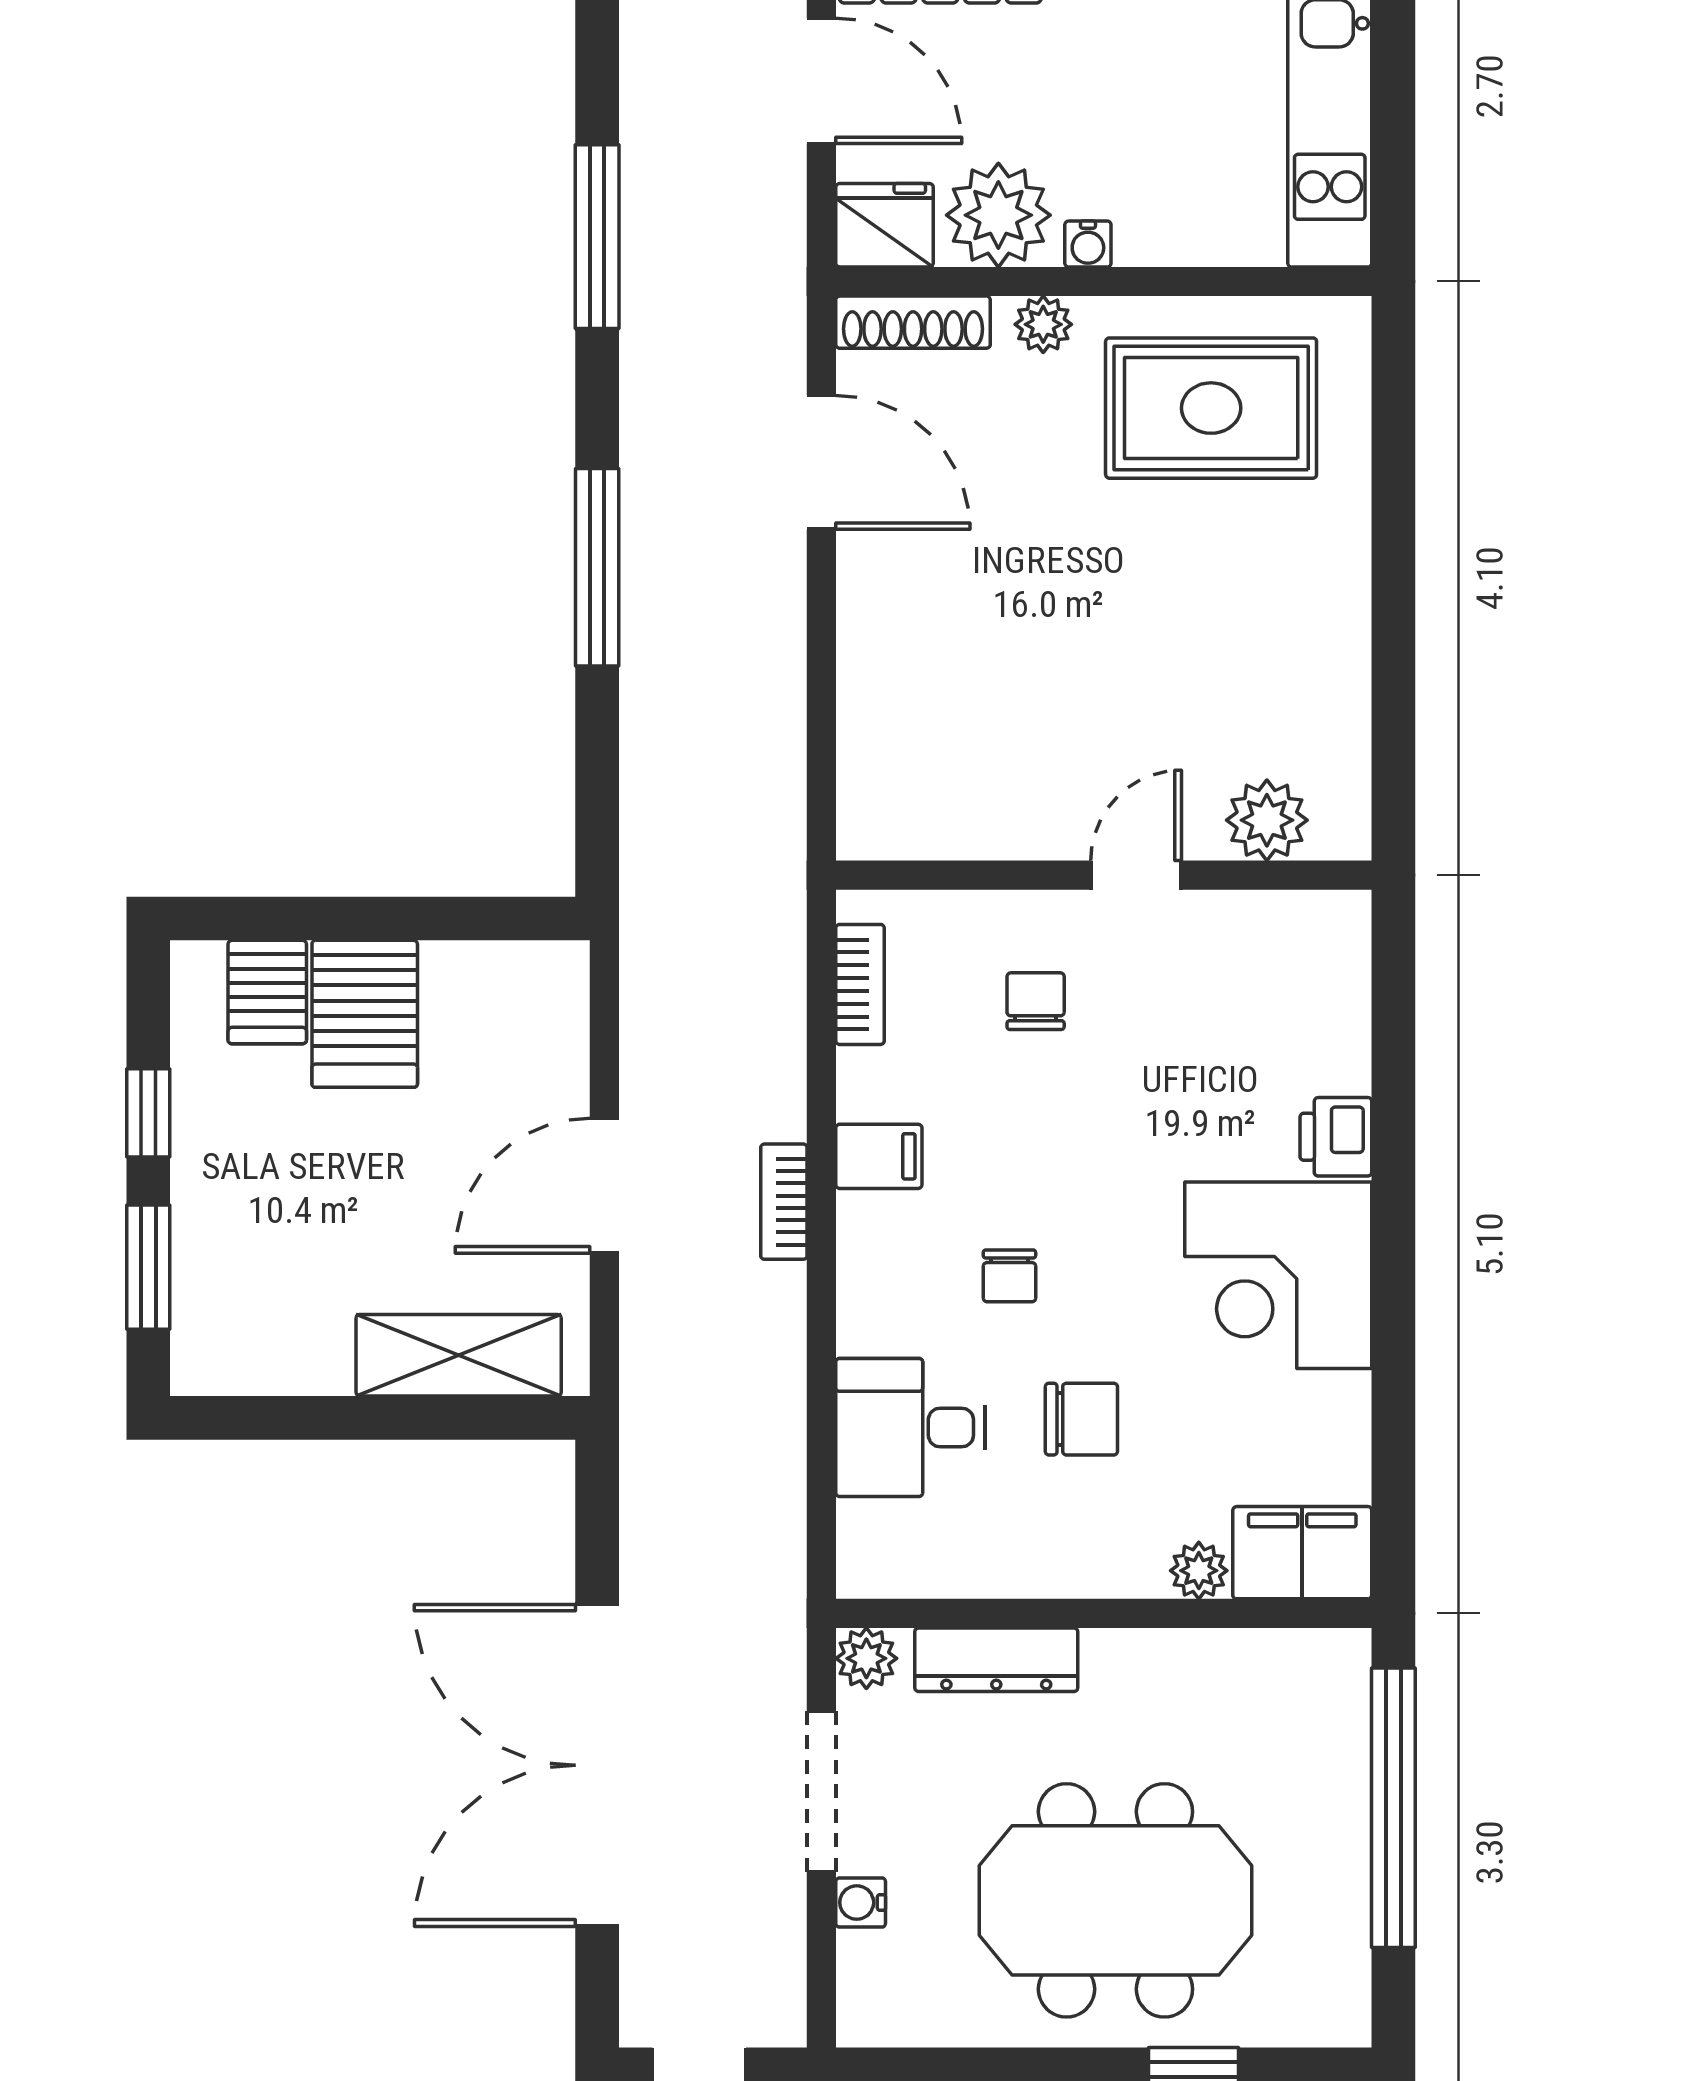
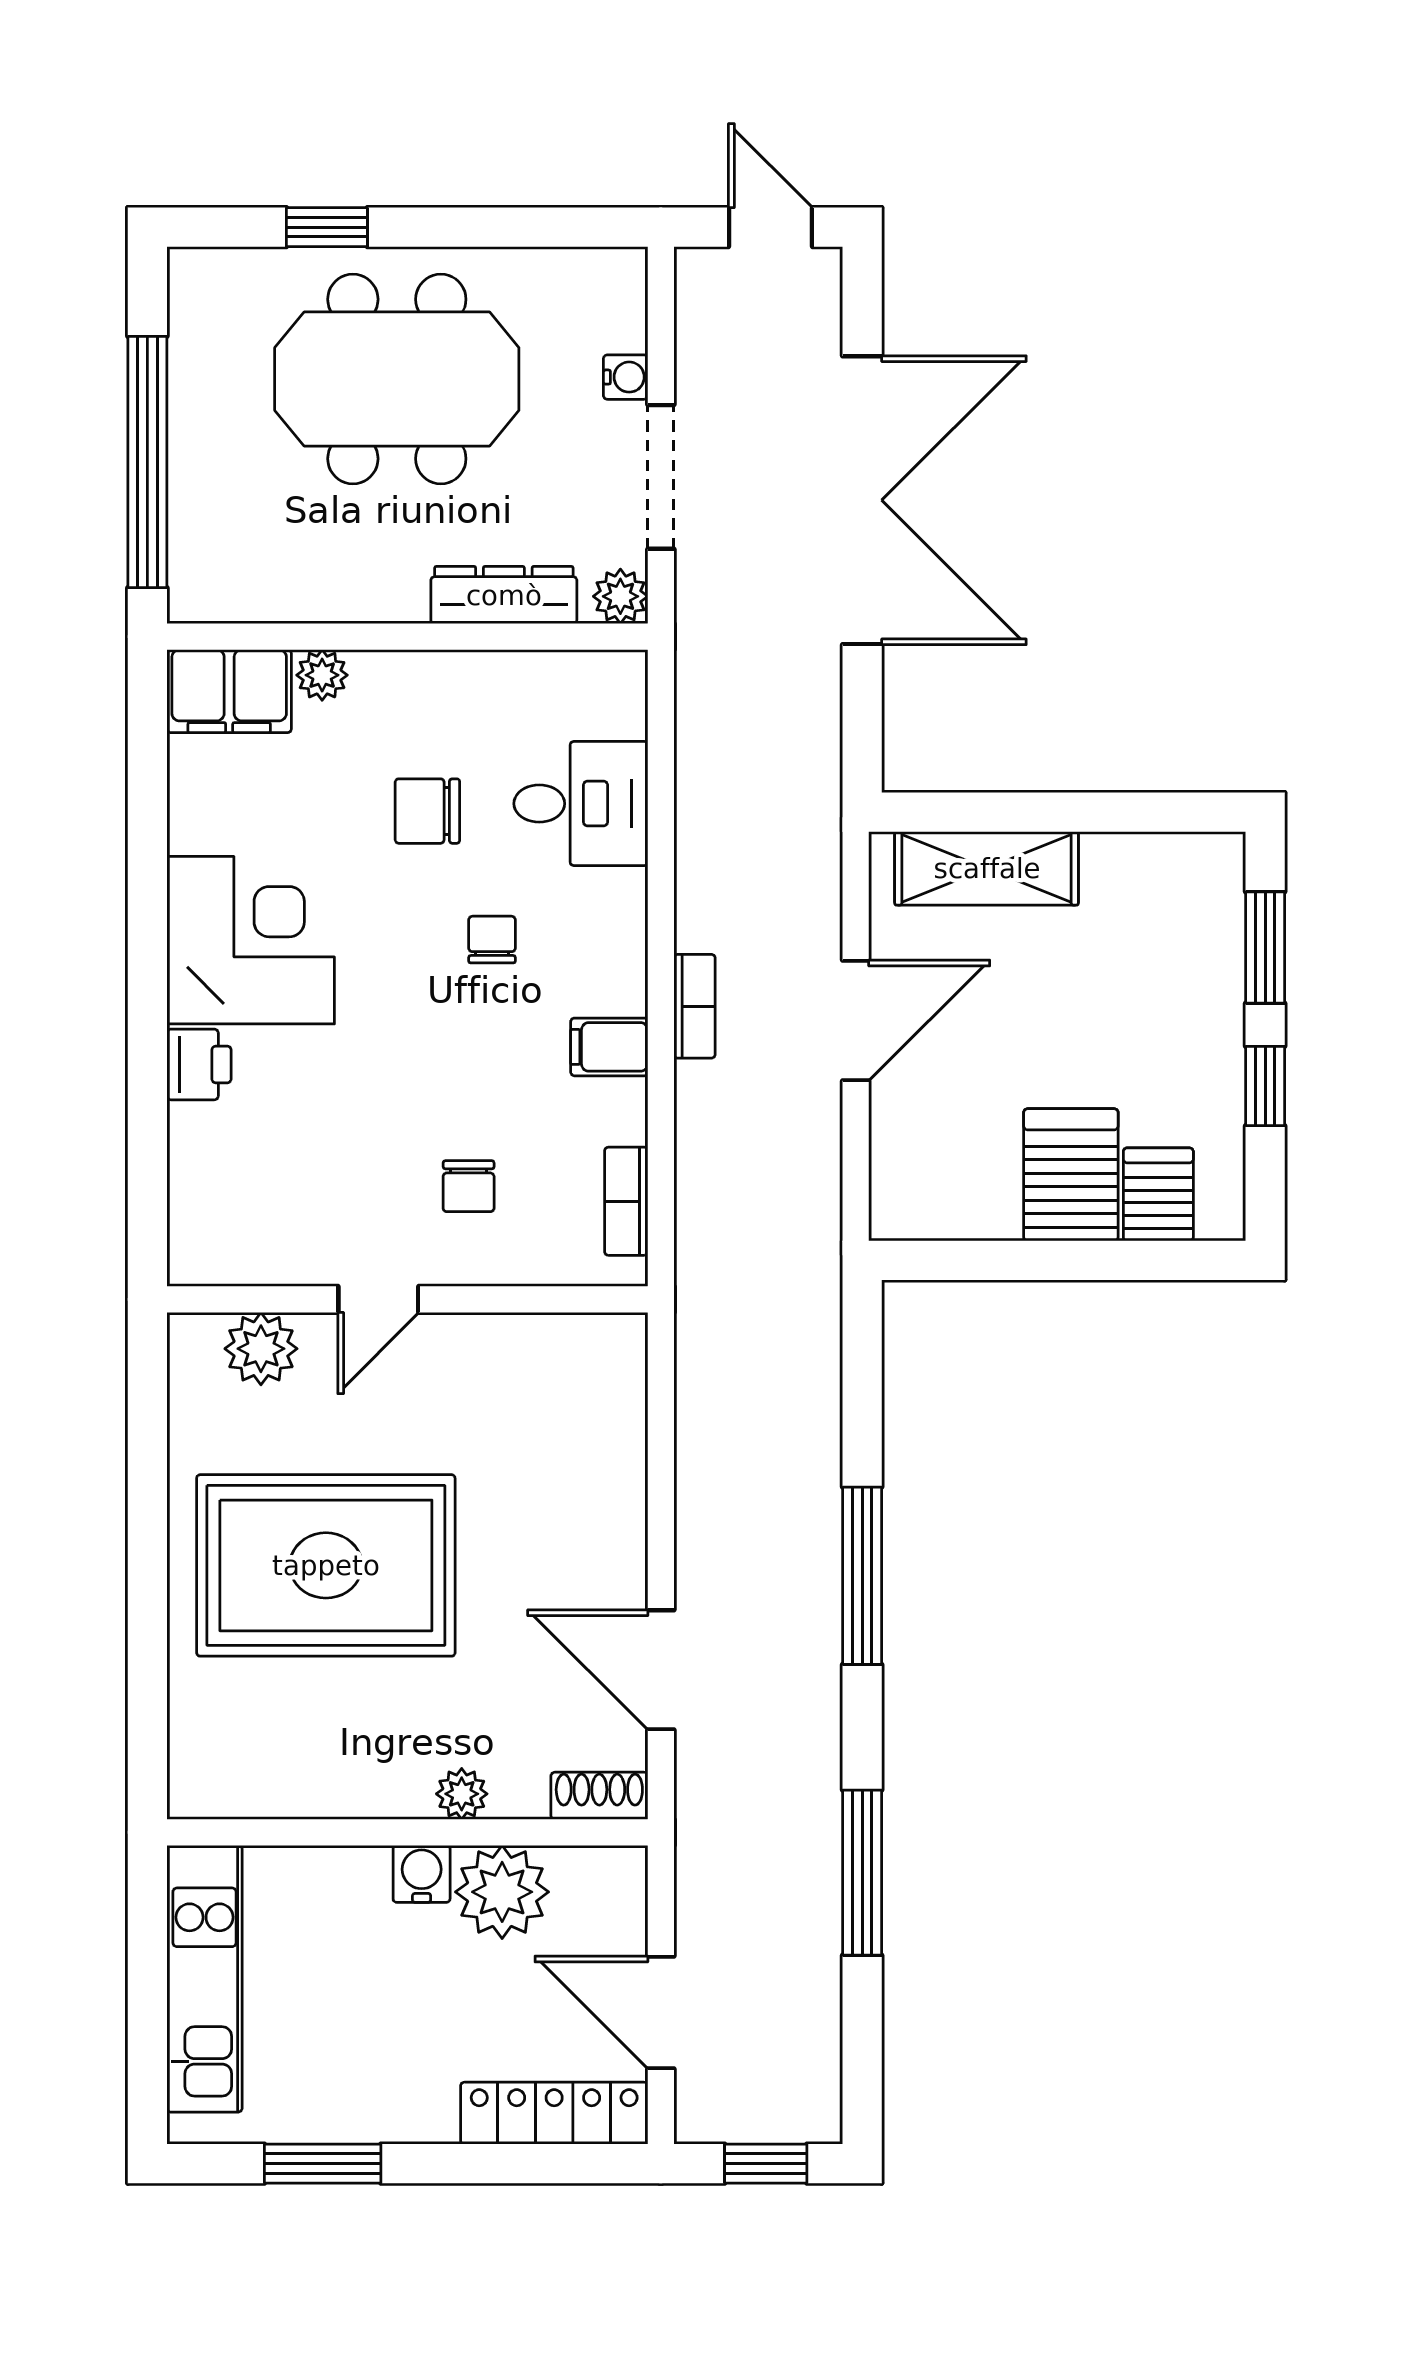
fridge: (885, 225) -> (604, 1883), removed
water cooler: (1088, 244) -> (422, 1874), width x1.38, depth x1.38
shoe rack: (913, 322) -> (599, 1796), width x0.70
rug: (1211, 408) -> (326, 1565), moved, width x1.37, depth x1.44

